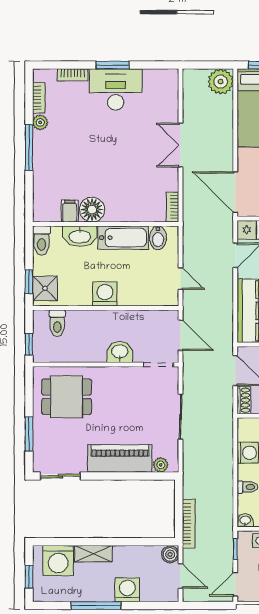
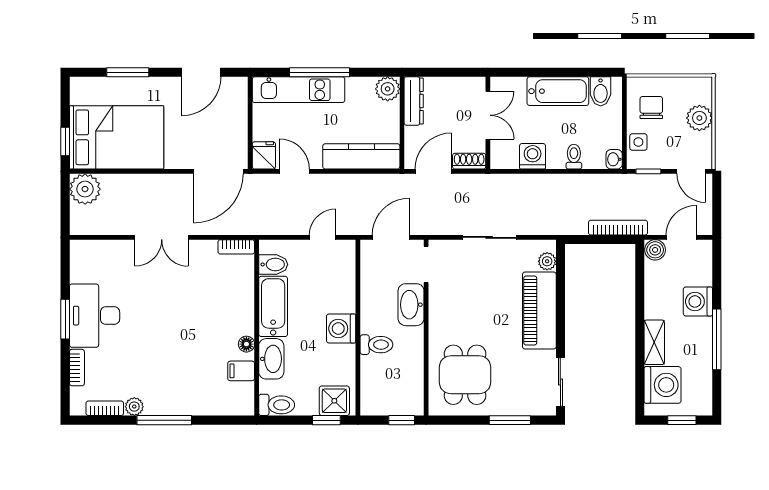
floor lamp: (92, 210) -> (246, 344), width x0.53, depth x0.53
toilet: (57, 323) -> (376, 345), moved
washbasin: (120, 352) -> (411, 305), width x1.38

